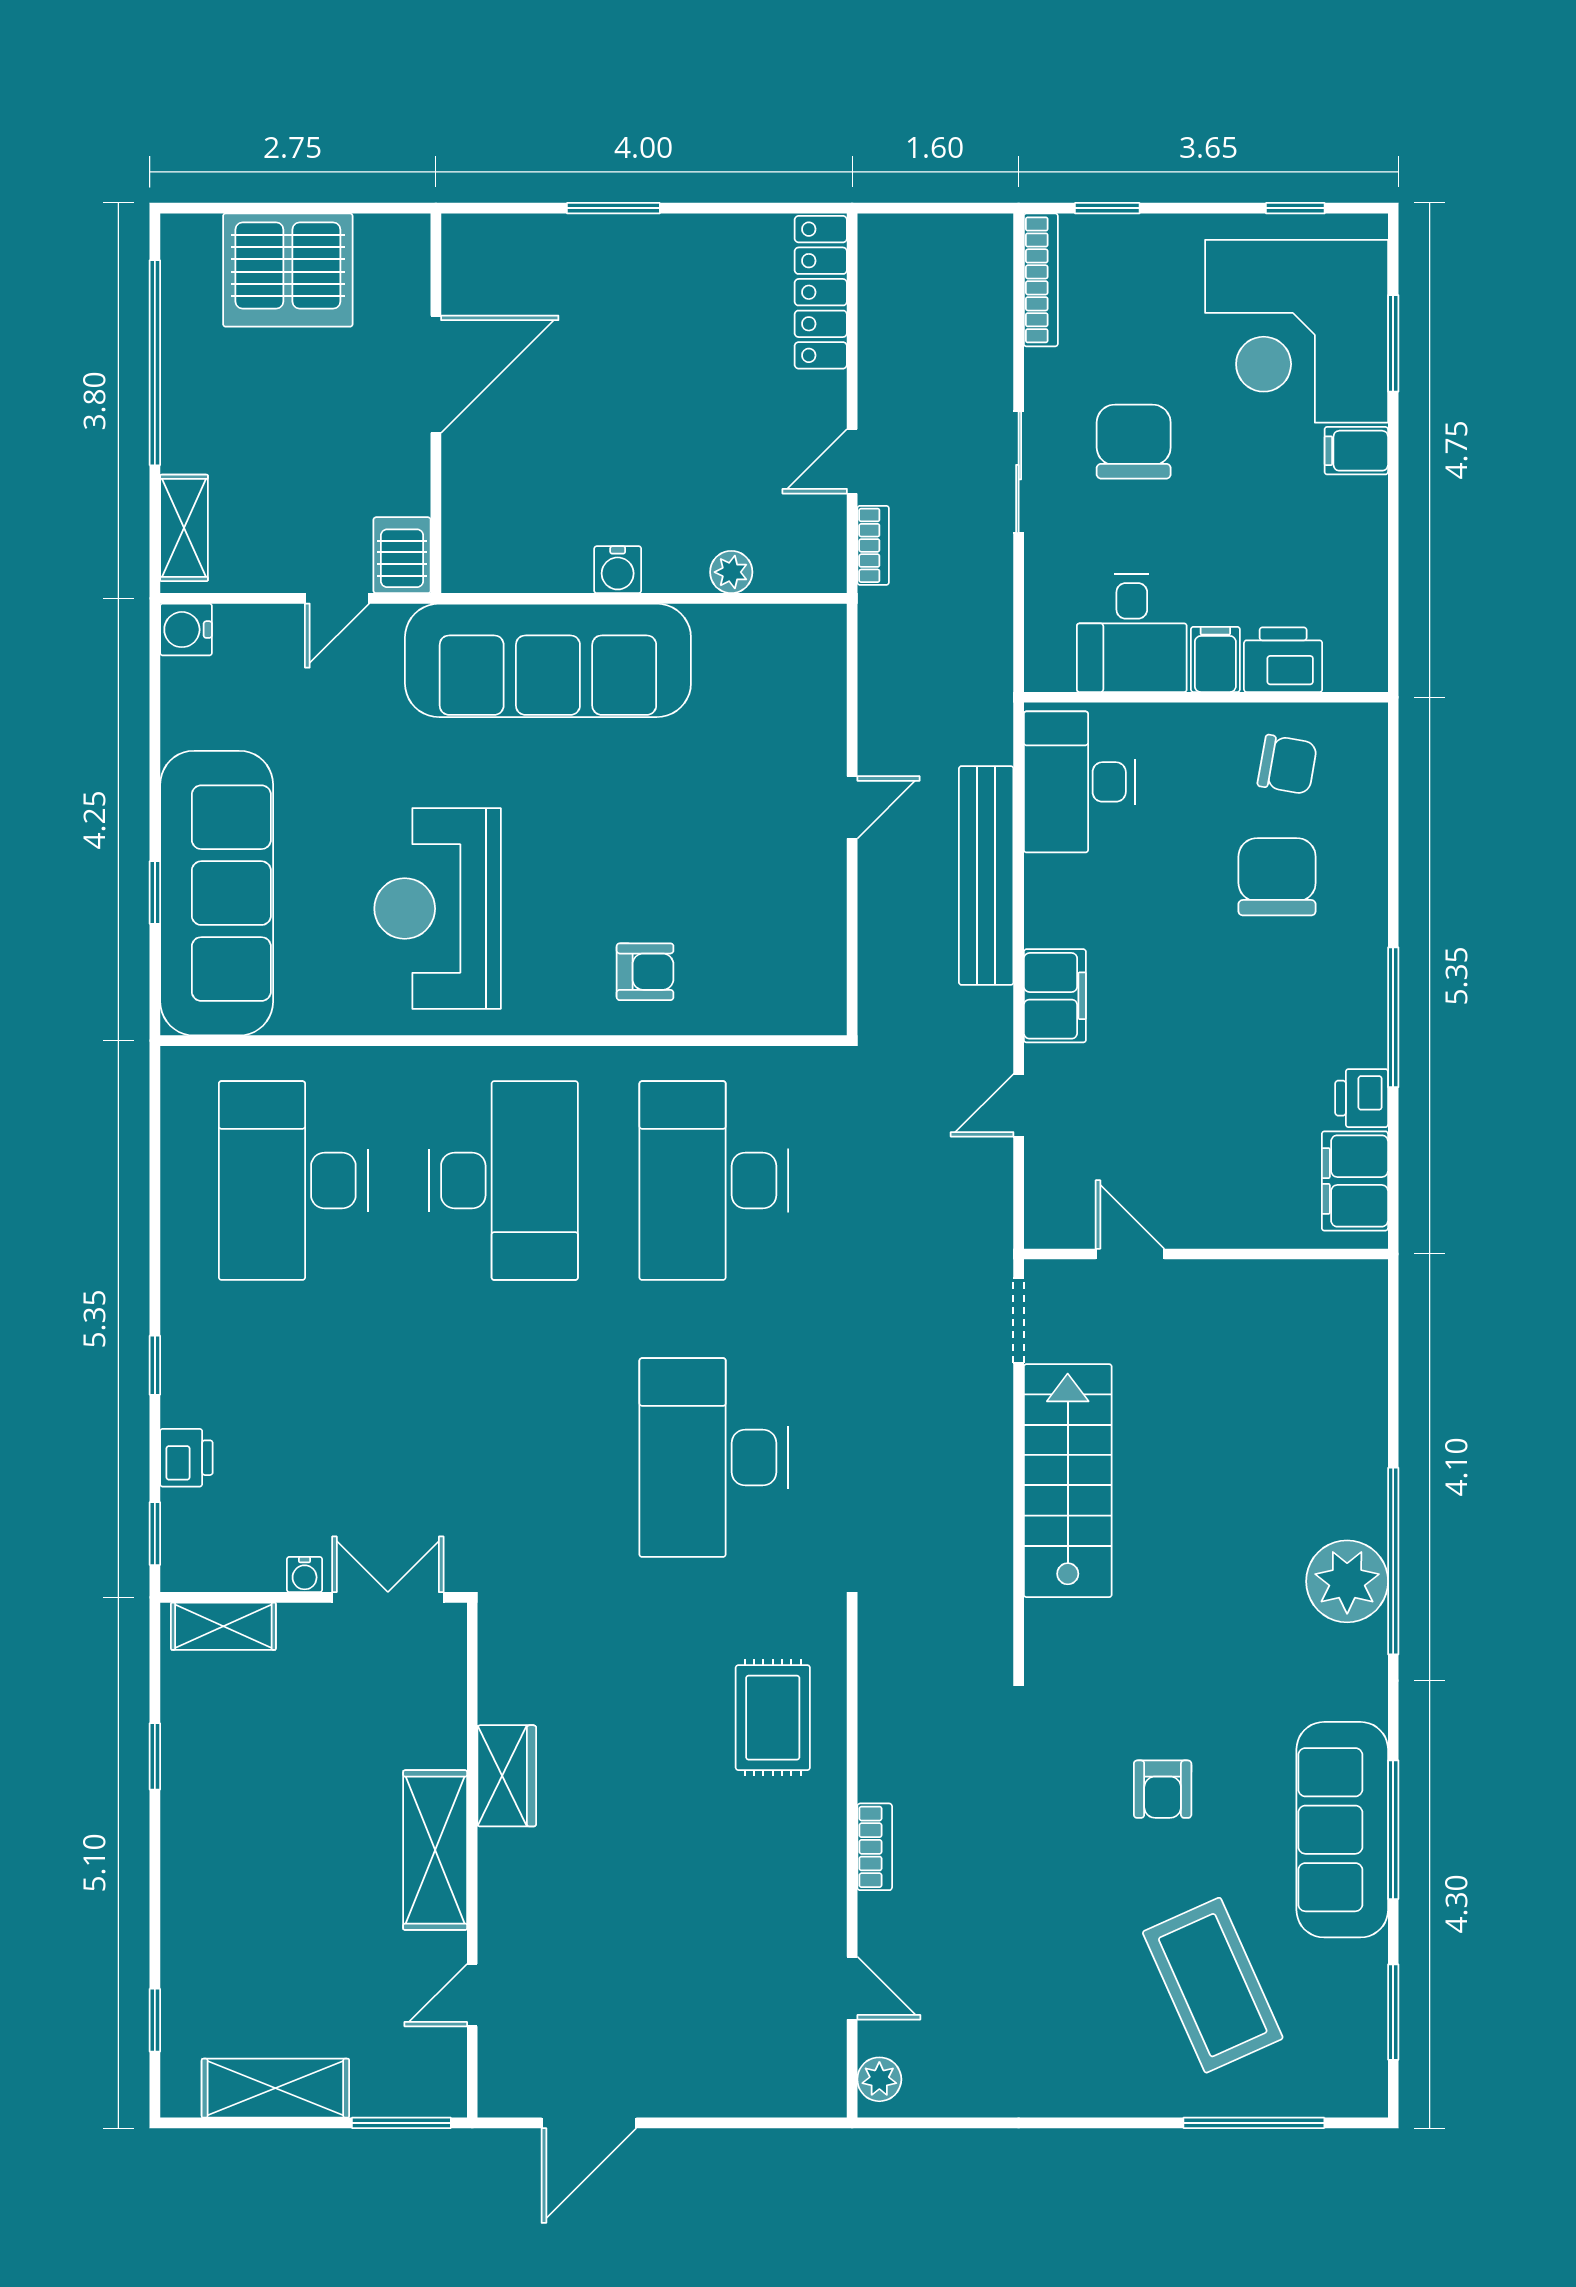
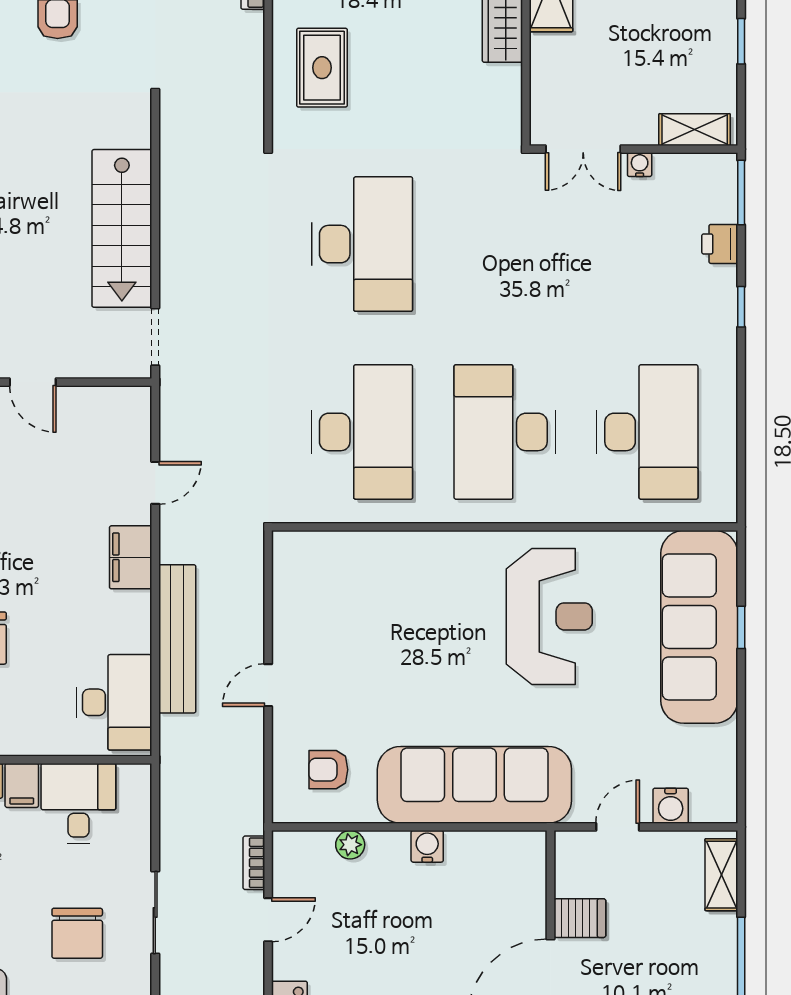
server rack: (402, 555) -> (580, 918), moved, turned -90
water cooler: (186, 630) -> (671, 806), moved, turned 90
armchair: (645, 972) -> (328, 770), moved
door: (1130, 1254) -> (33, 382), moved
window: (155, 1534) -> (741, 192), width x1.50

